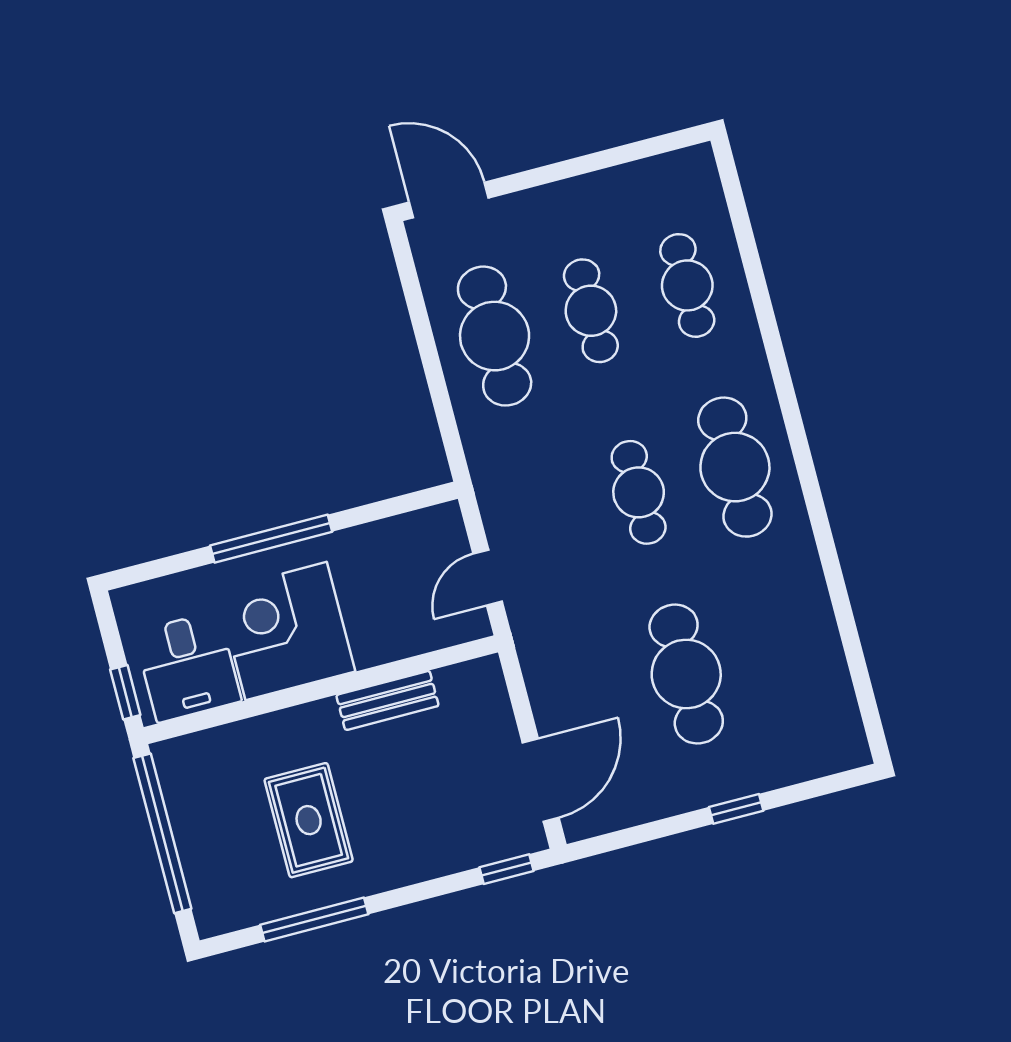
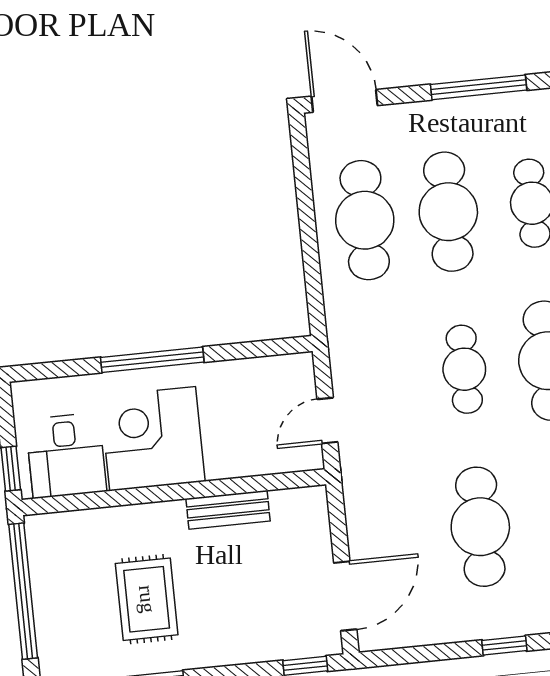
window: (604, 159) -> (479, 87), added
cafe table: (591, 311) -> (448, 212), width x1.37, depth x1.35

